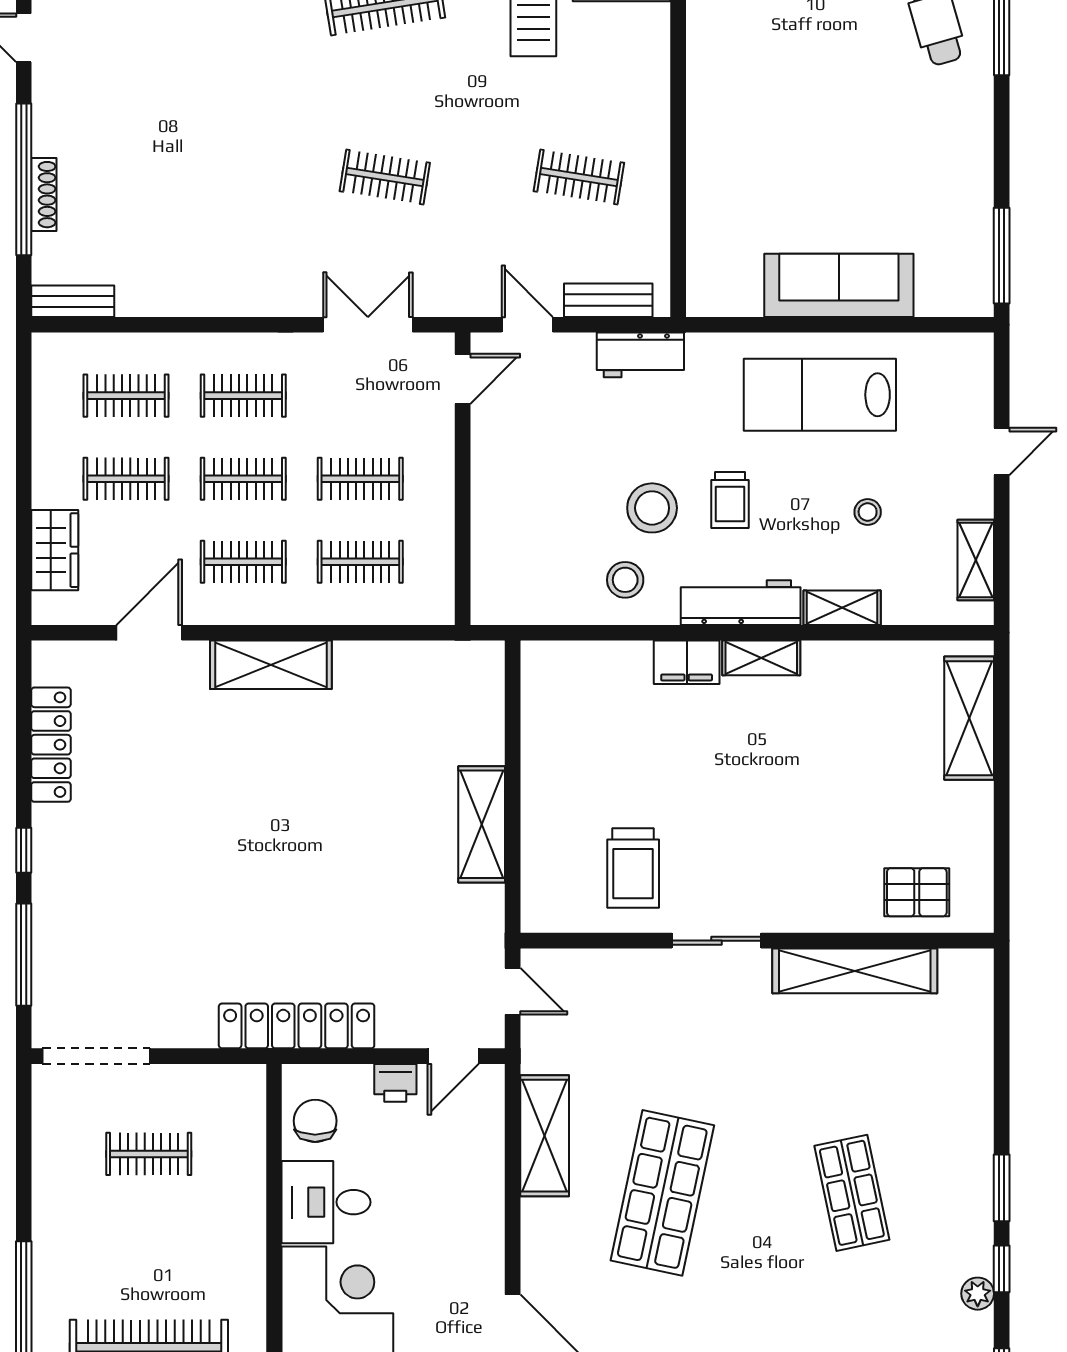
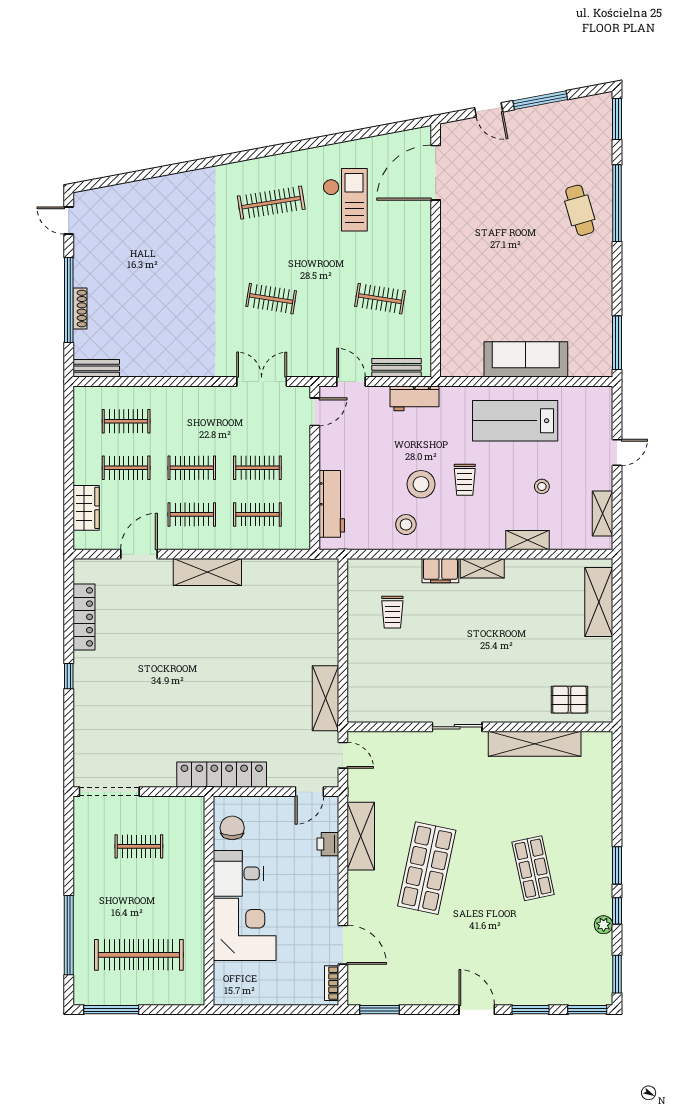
clothes rail: (243, 396) -> (192, 421), removed
workbench: (741, 603) -> (332, 504), moved, turned 90
shelving: (482, 824) -> (325, 698), moved
trolley: (633, 868) -> (392, 612), moved, width x0.73, depth x0.72
window: (24, 955) -> (69, 735), removed
printer: (395, 1083) -> (328, 844), moved, turned 90

